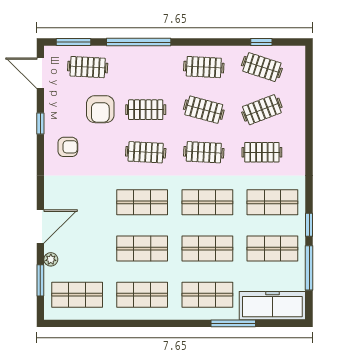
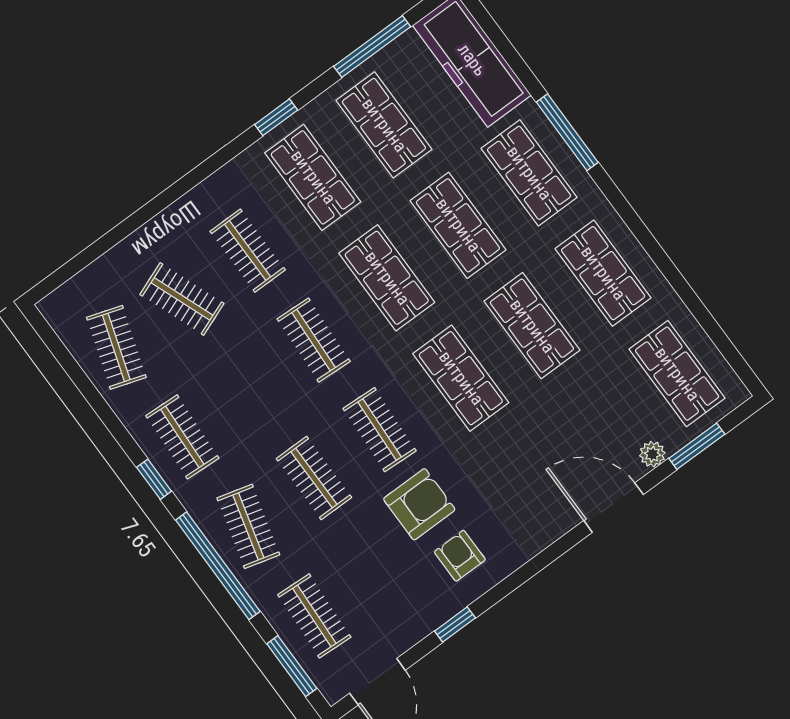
window: (261, 42) -> (154, 479), moved
armchair: (100, 109) -> (419, 504), moved
clothes rail: (204, 110) -> (248, 526), moved
window: (309, 225) -> (276, 117), moved
window: (233, 323) -> (567, 132), moved

